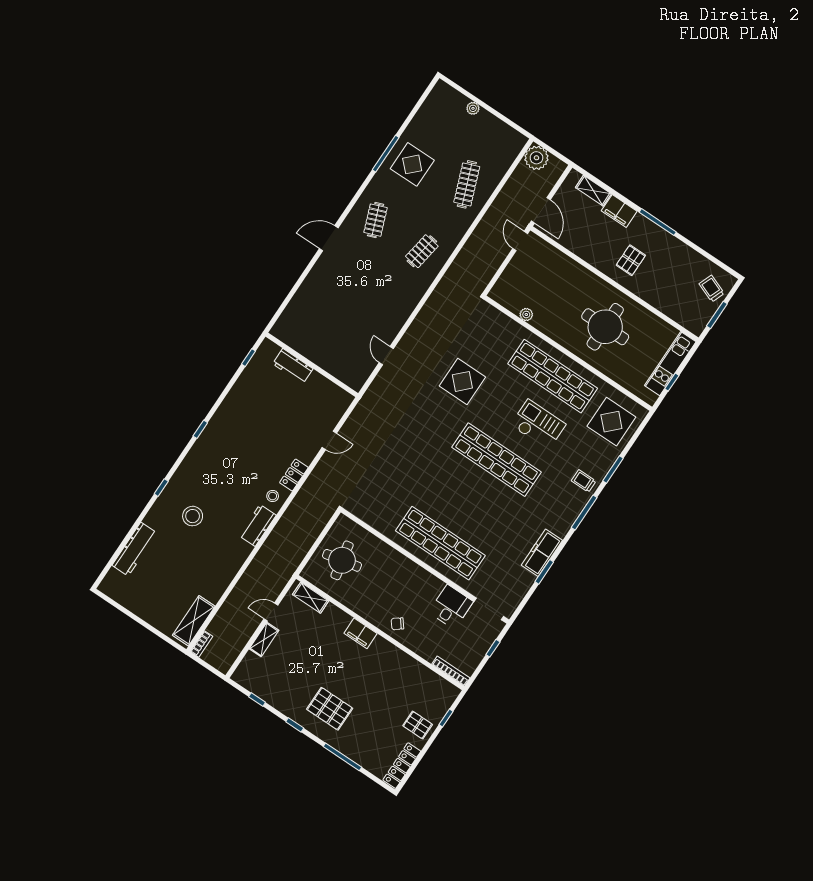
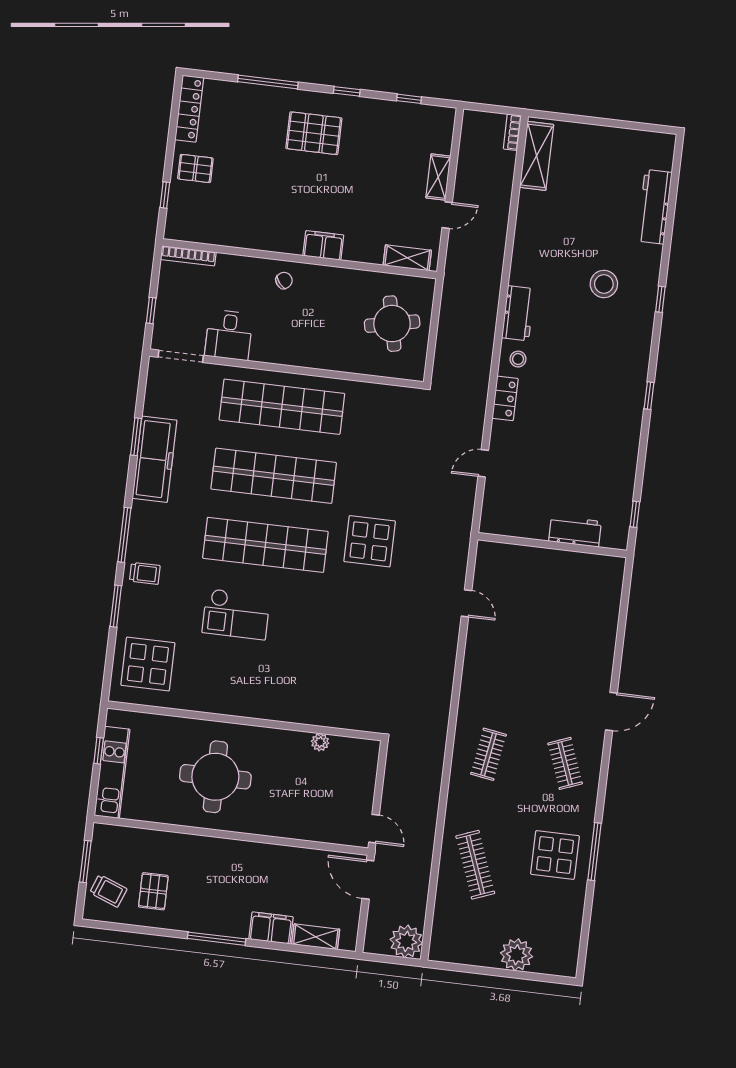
plant: (473, 108) -> (516, 955), width x1.88, depth x1.88
pallet: (631, 260) -> (153, 891), moved
shop shelf: (553, 376) -> (274, 476), moved
display table: (462, 381) -> (370, 541), moved
freezer: (542, 553) -> (155, 459), width x1.36, depth x1.26

